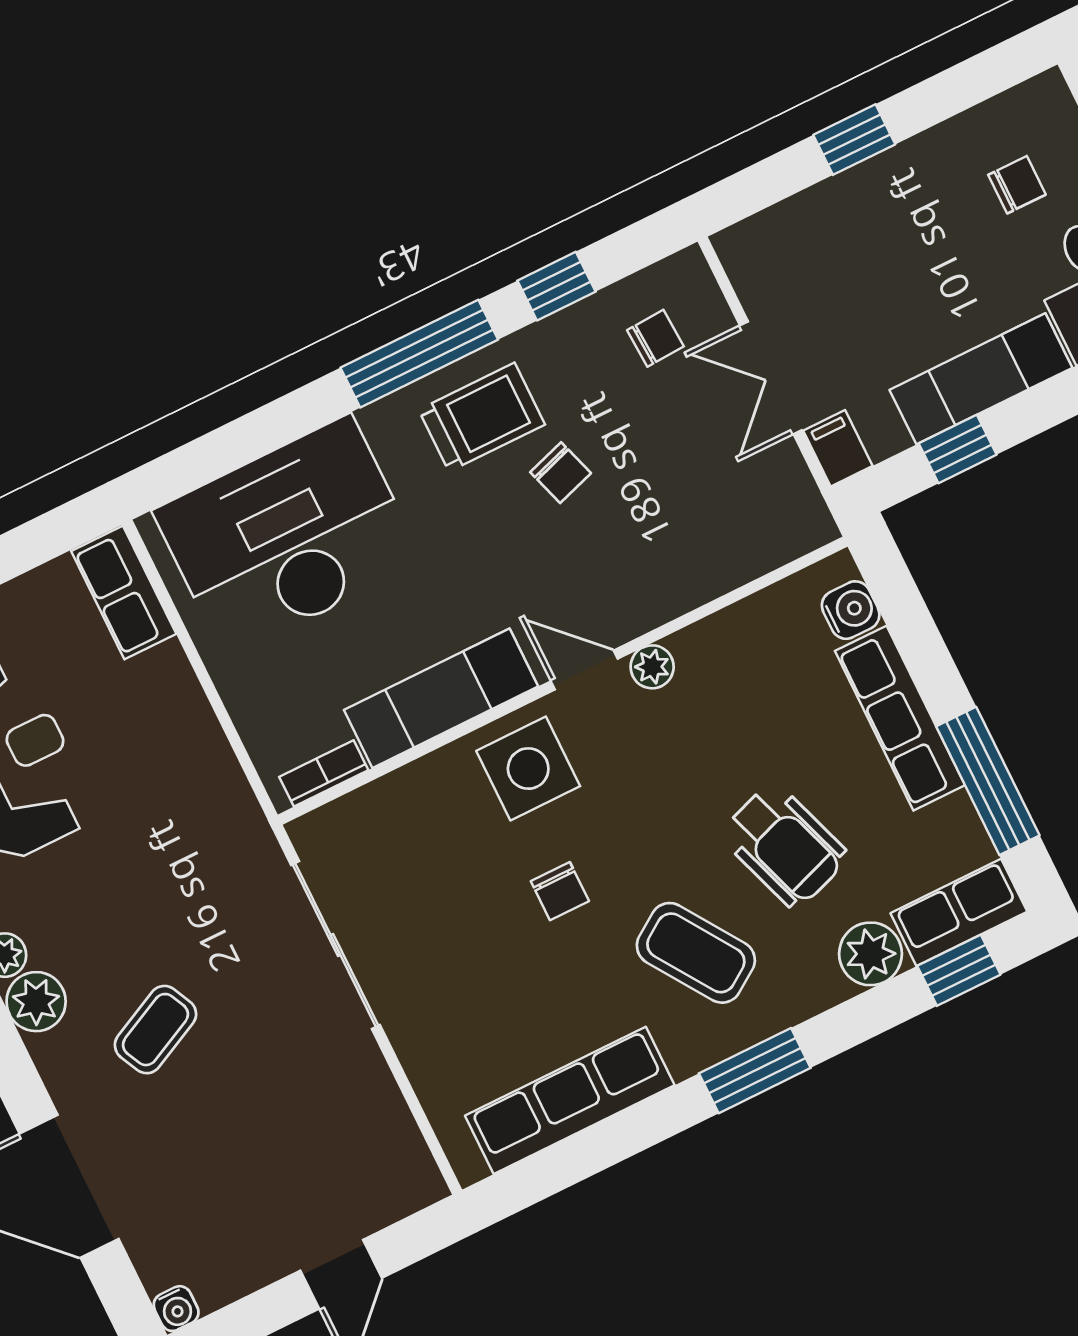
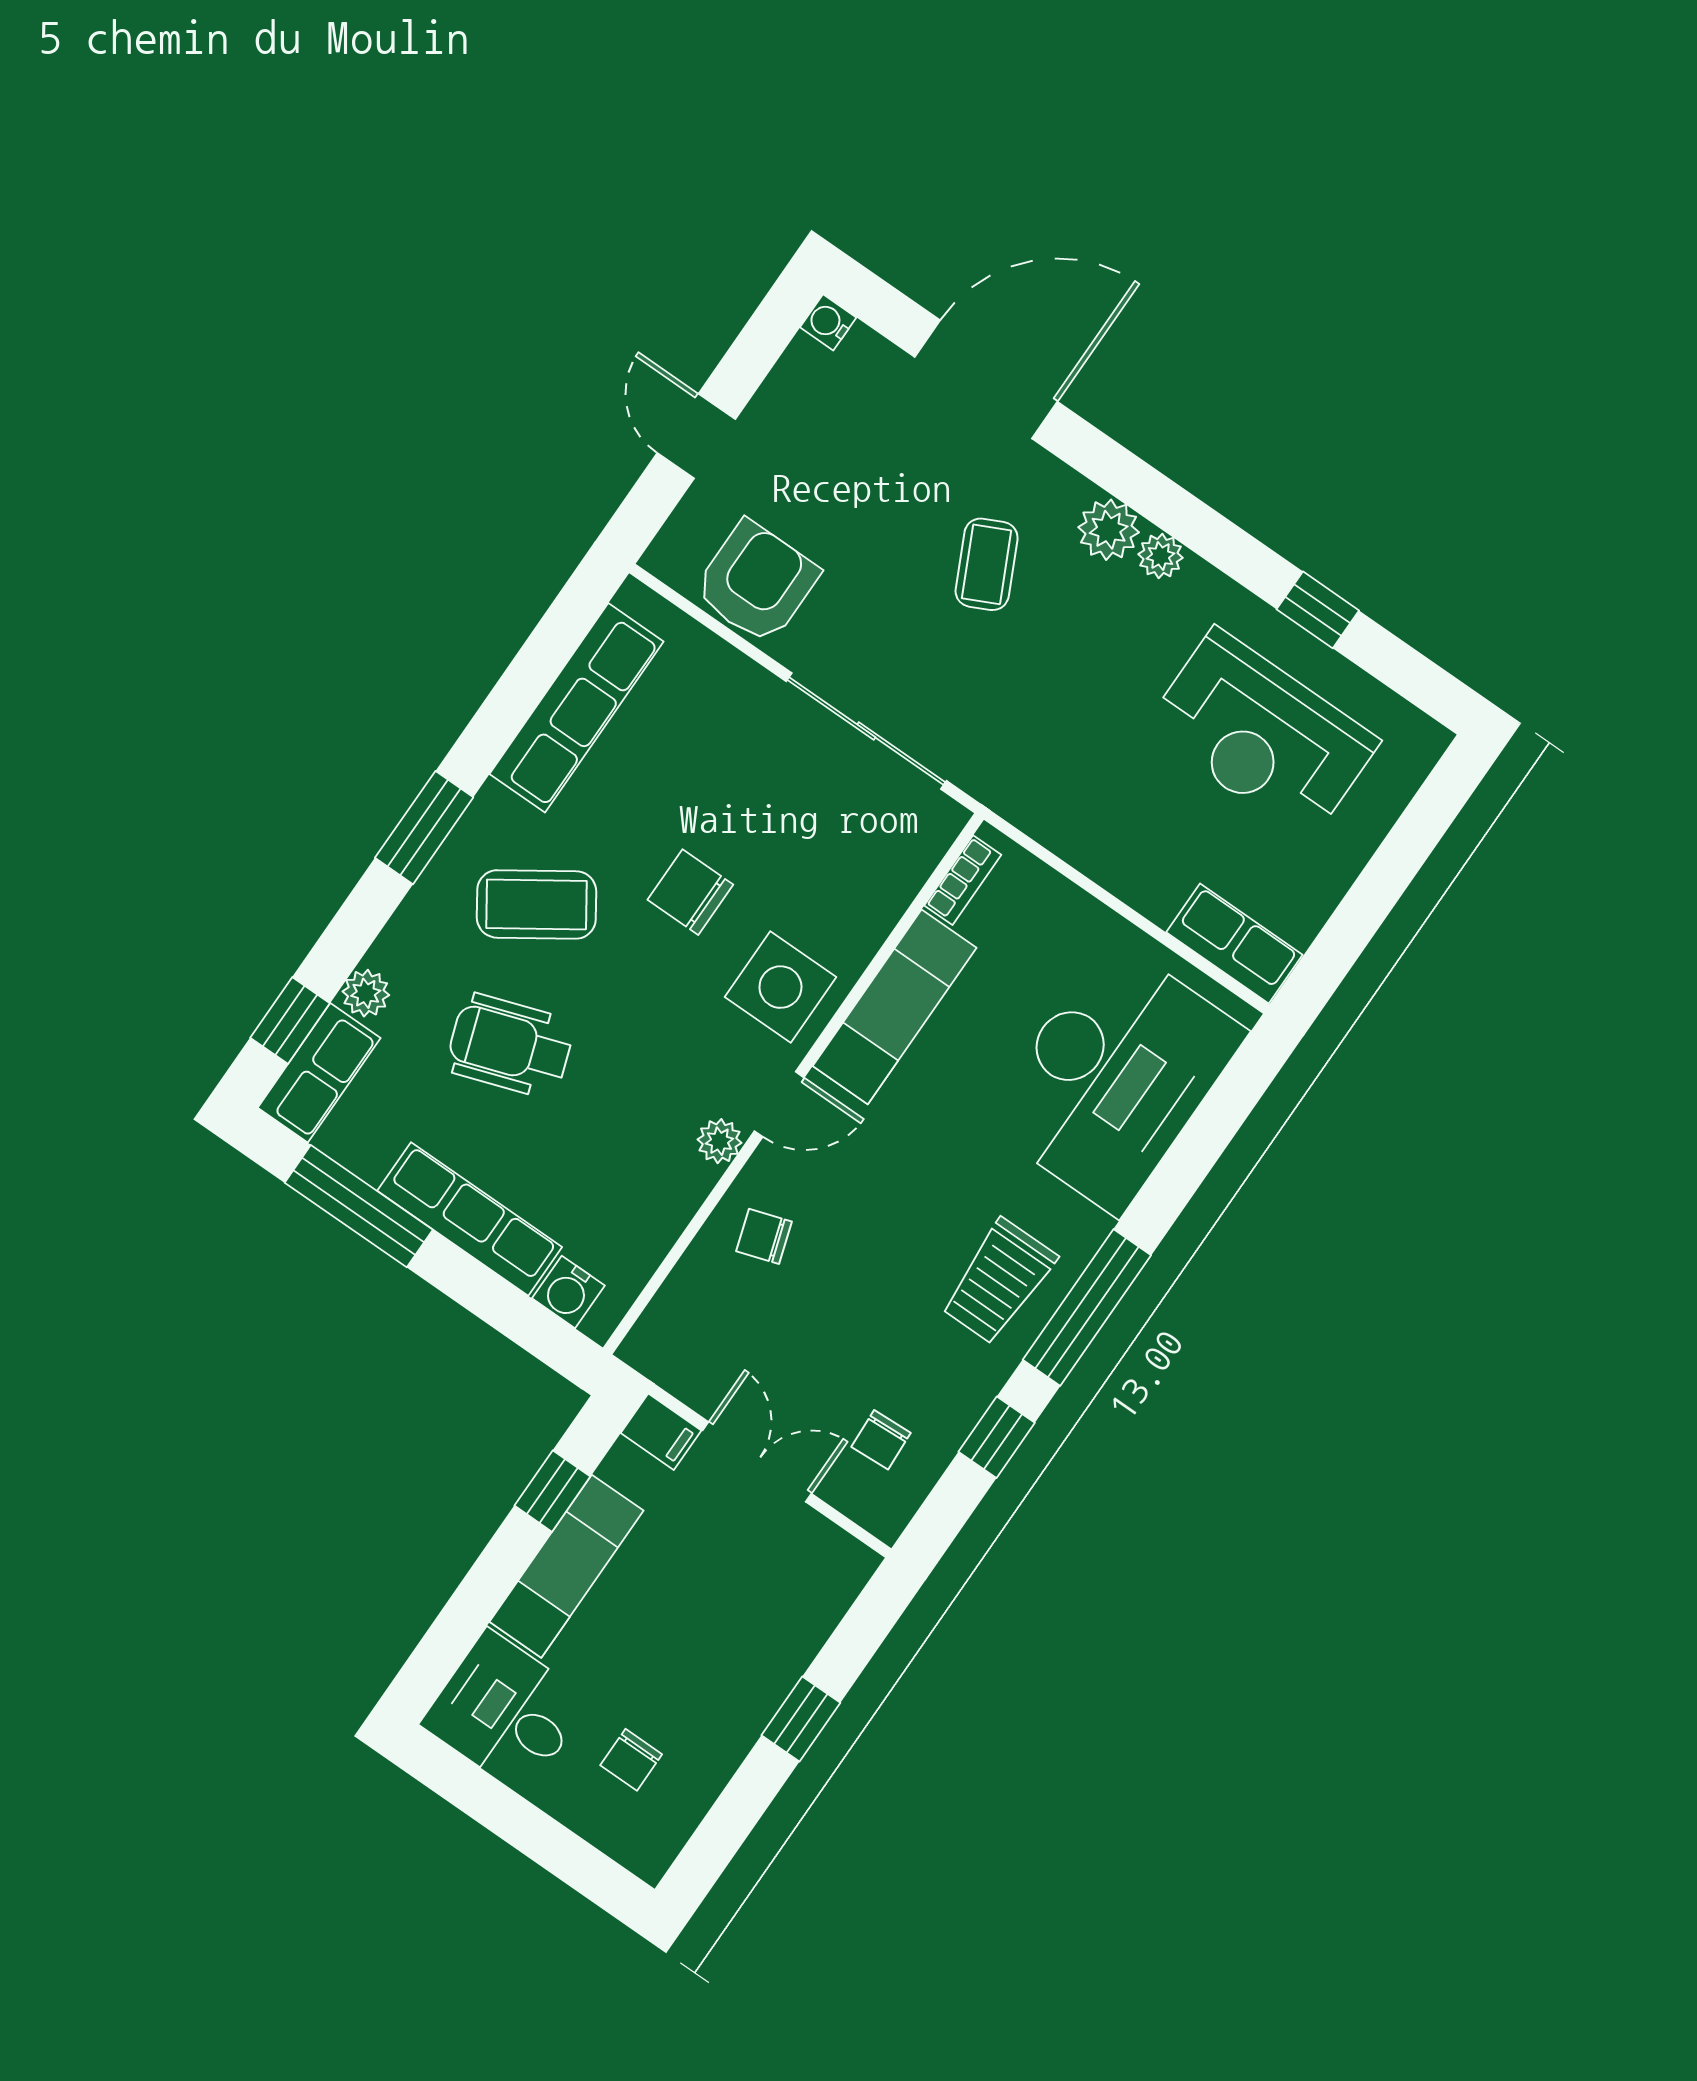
chair: (561, 473) -> (764, 1236), moved
chair: (560, 891) -> (690, 892), width x1.37, depth x1.37
plant: (870, 954) -> (366, 993), width x0.73, depth x0.73
armchair: (359, 1122) -> (756, 582), added

